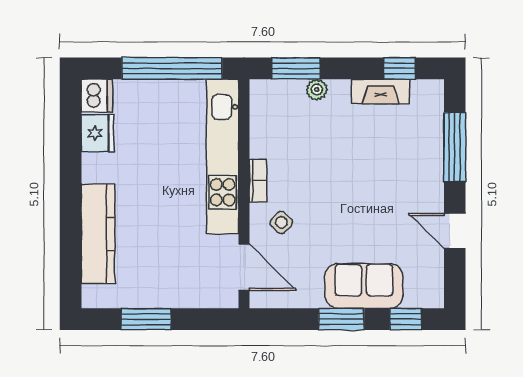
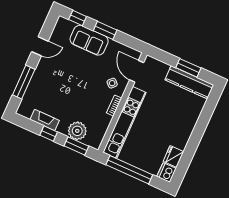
window: (399, 68) -> (49, 134), moved
plant: (317, 90) -> (77, 131), width x1.87, depth x1.87
door: (455, 231) -> (40, 46), hinge flipped
kitchen counter: (98, 234) -> (189, 82), moved, turned -90

